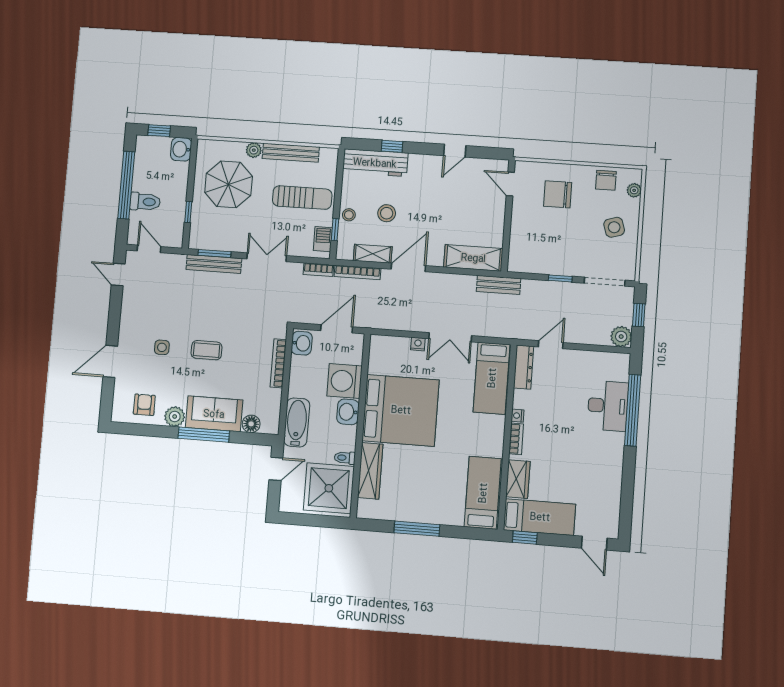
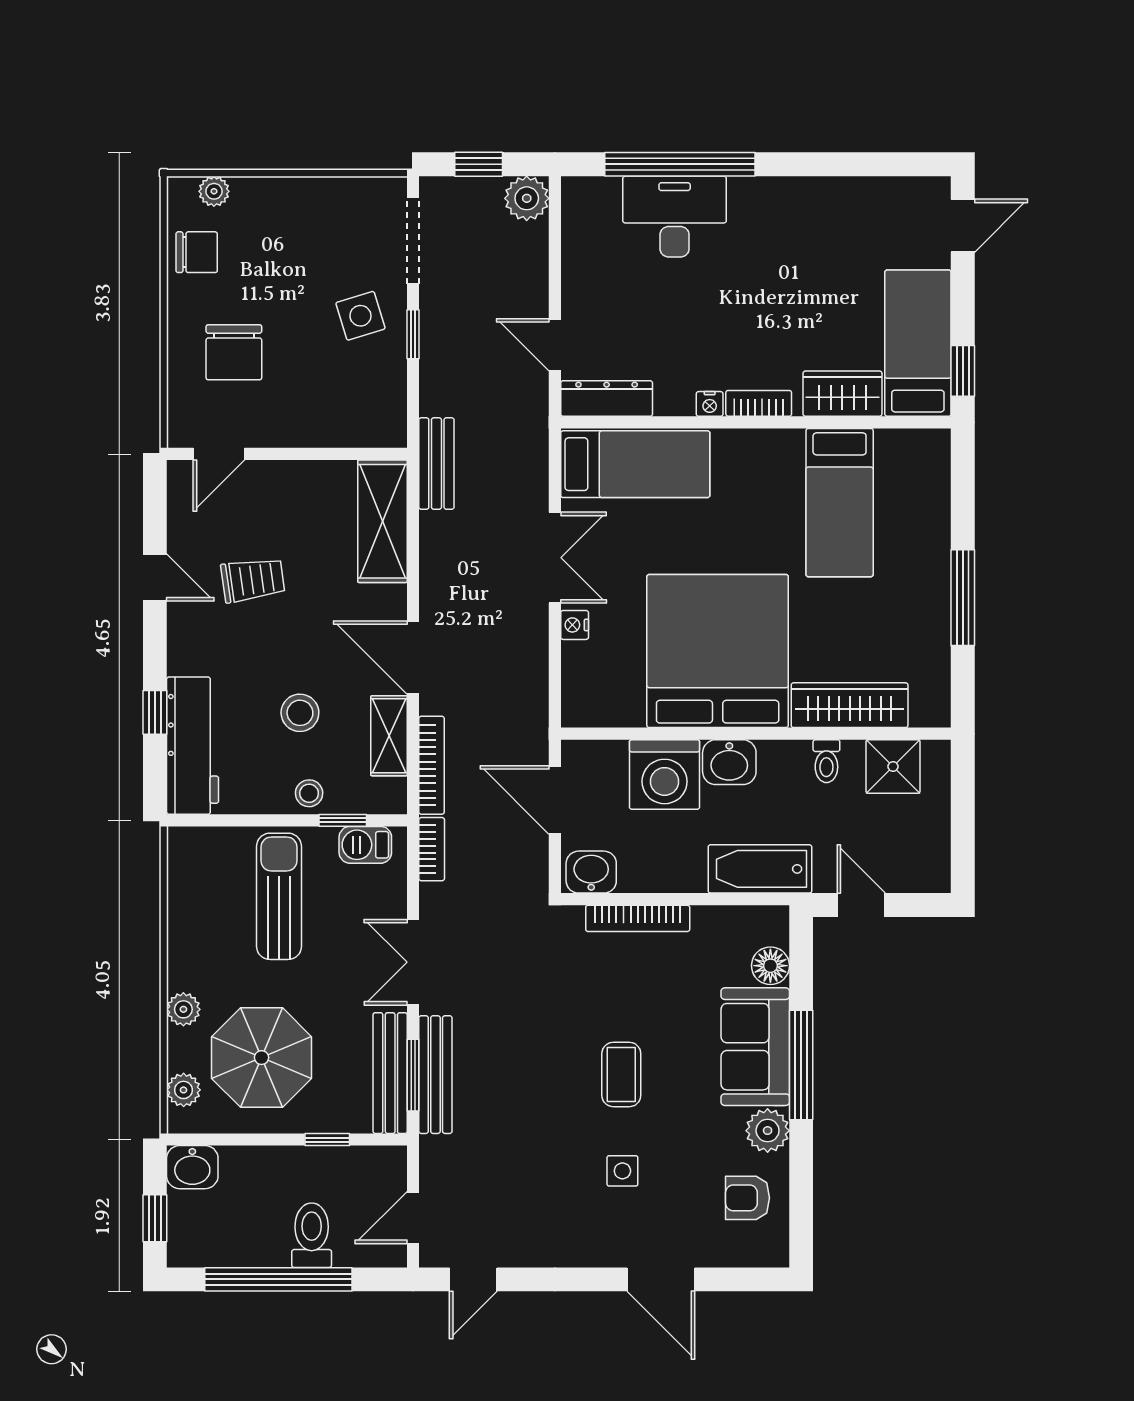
plant: (217, 148) -> (184, 1090), added
bench: (291, 153) -> (390, 1073), moved
trolley: (450, 196) -> (253, 580), added
side table: (614, 227) -> (360, 316), moved
shower: (329, 488) -> (893, 766), width x0.54, depth x0.54
bed: (483, 493) -> (840, 503), moved, turned -90

